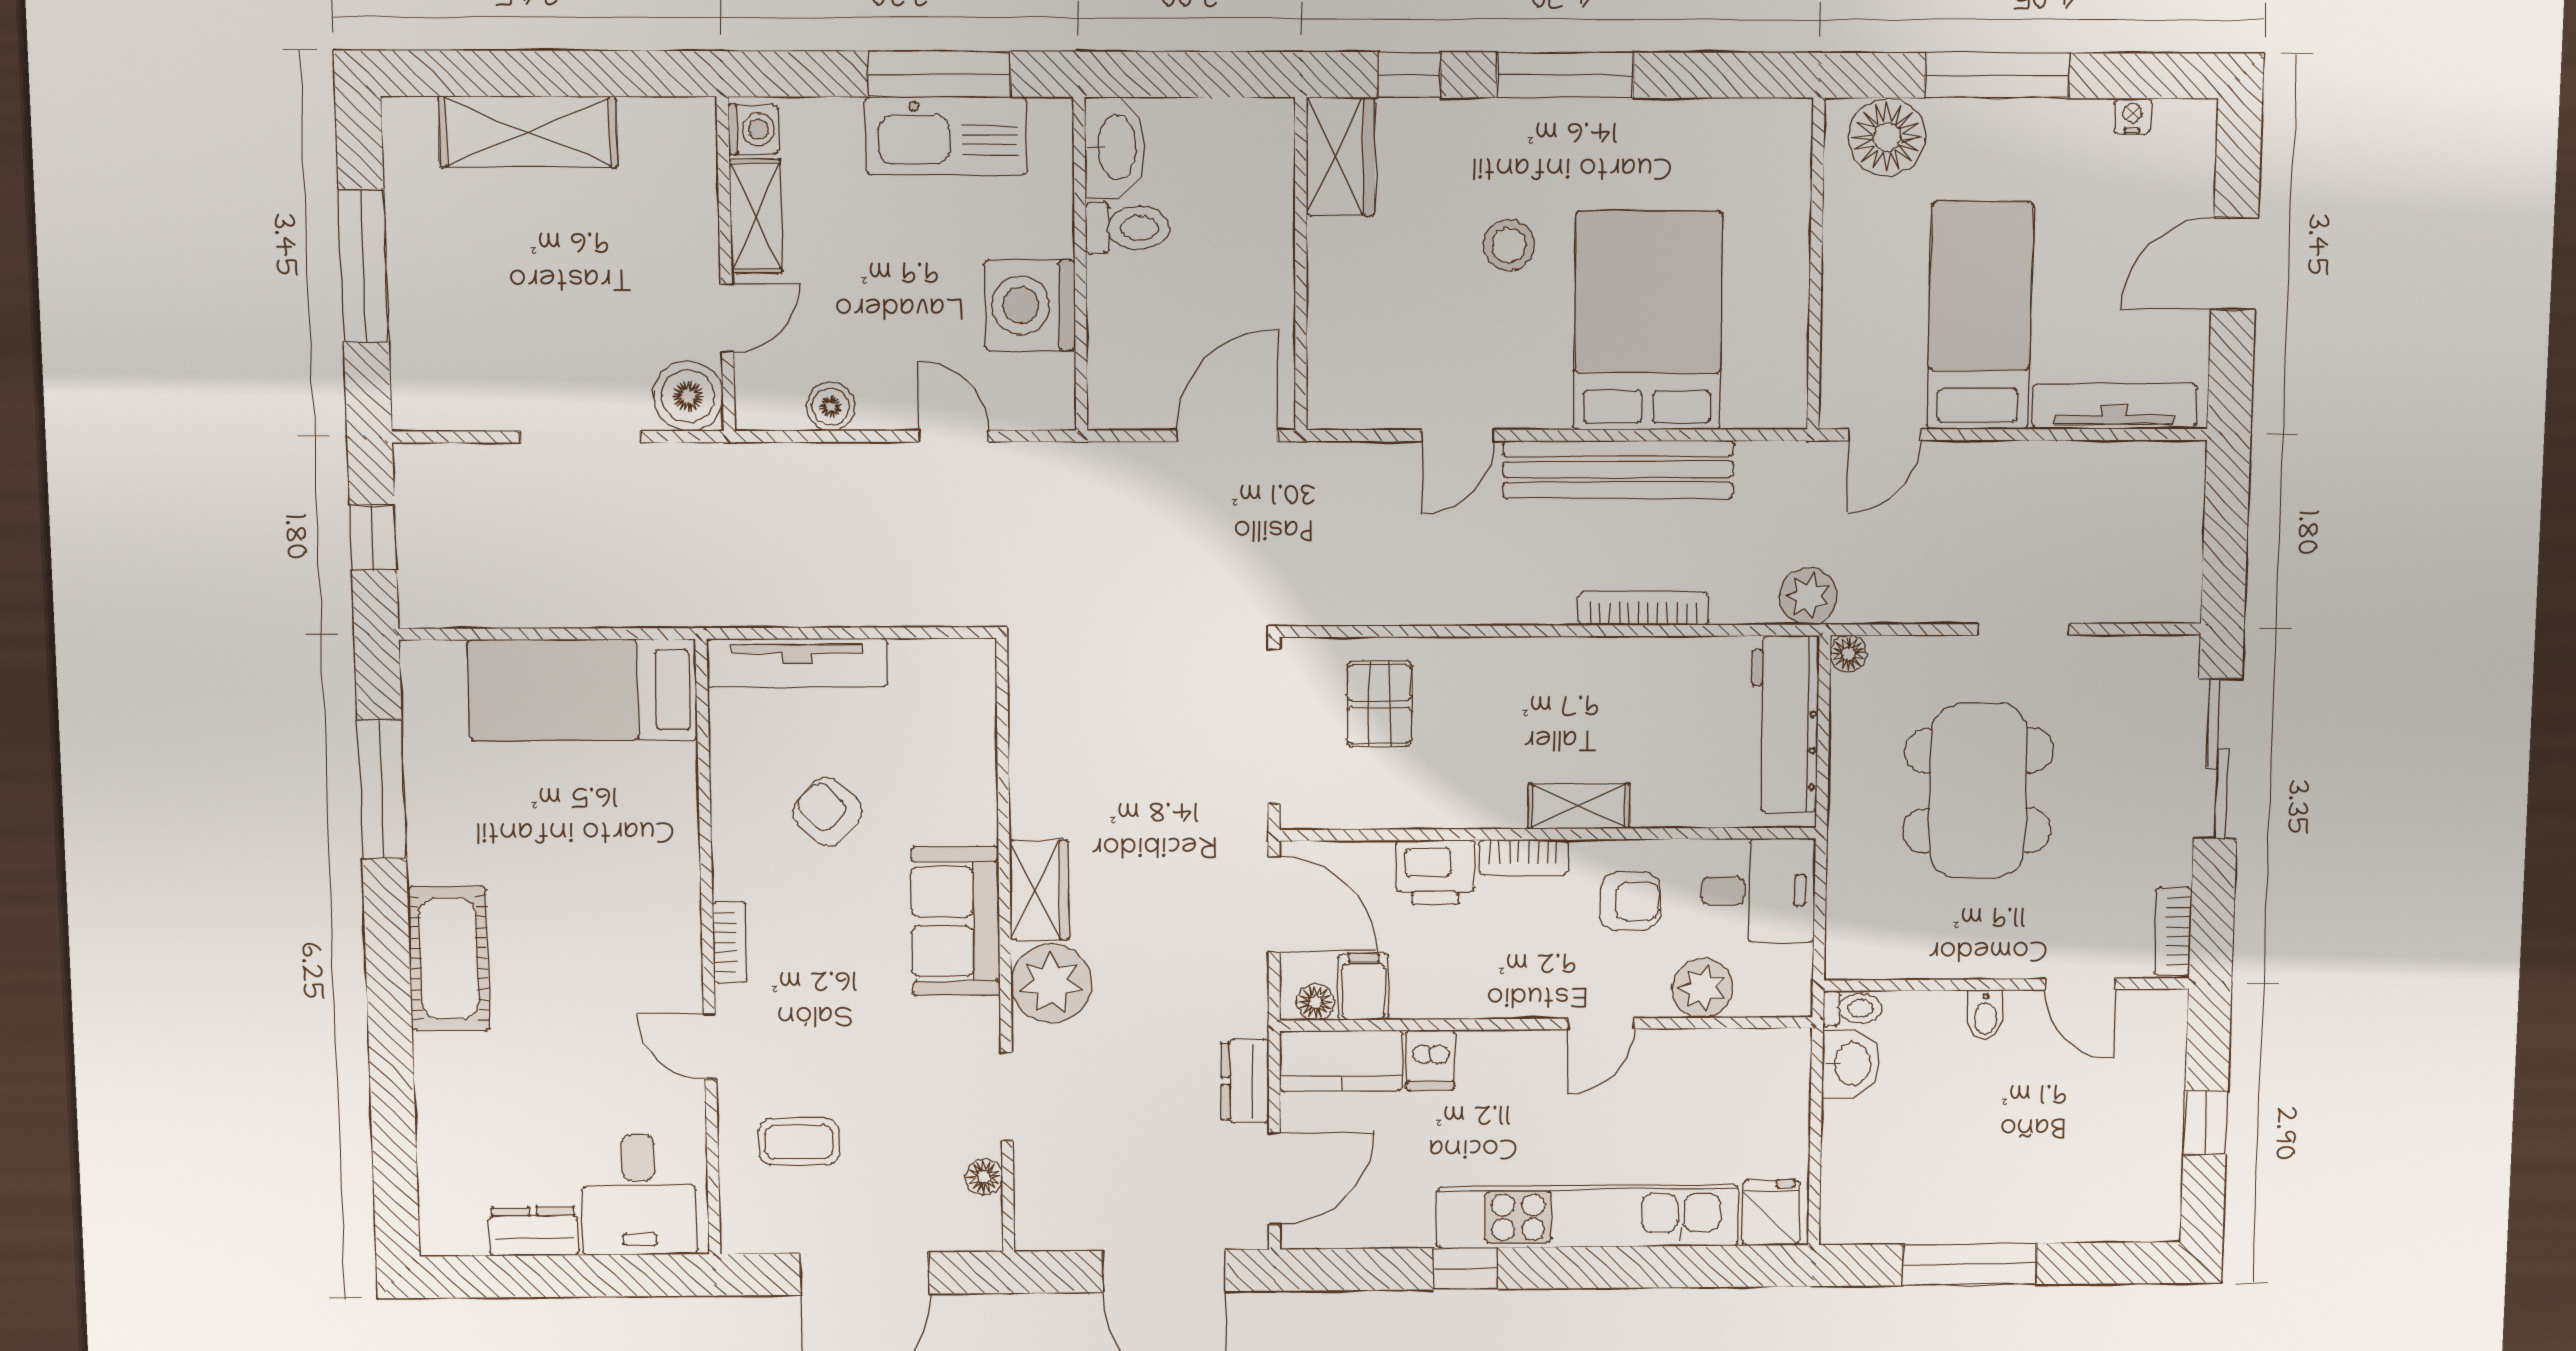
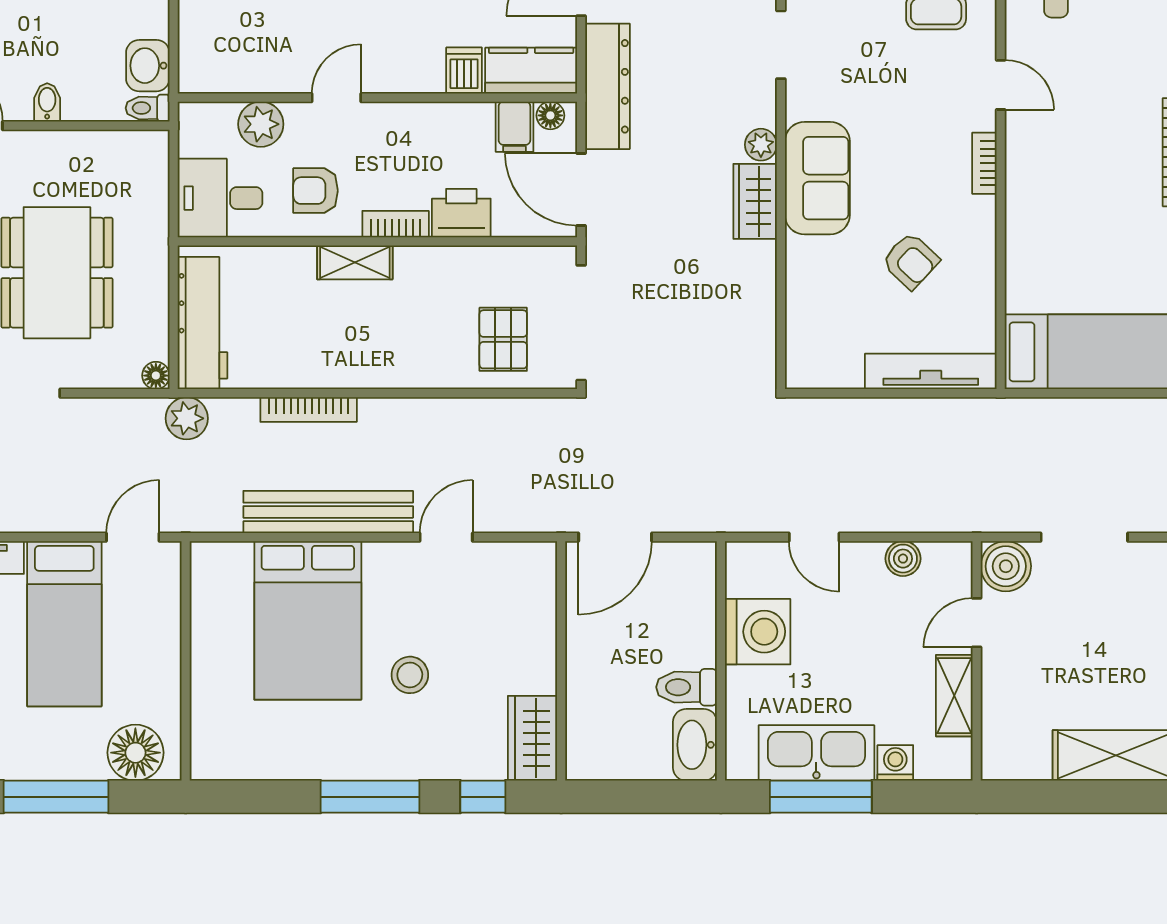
washing machine: (753, 129) -> (895, 763), moved, turned 90
plant: (1051, 984) -> (761, 145), width x0.53, depth x0.53
dresser: (1245, 1081) -> (607, 86), width x1.96, depth x1.24

